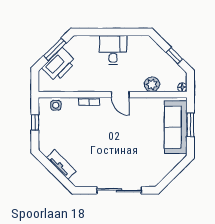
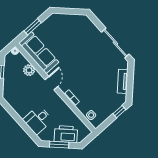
desk: (113, 50) -> (38, 120), moved
window: (35, 122) -> (119, 112), moved
sofa: (176, 127) -> (39, 53), moved, turned -90
sliding door: (119, 190) -> (115, 43), moved

